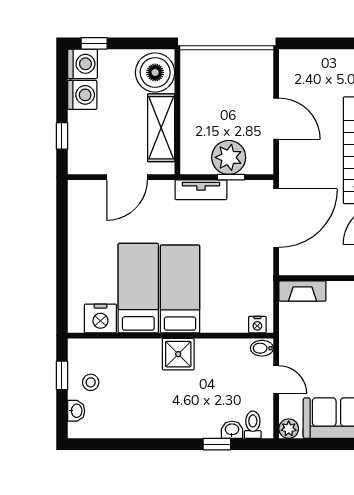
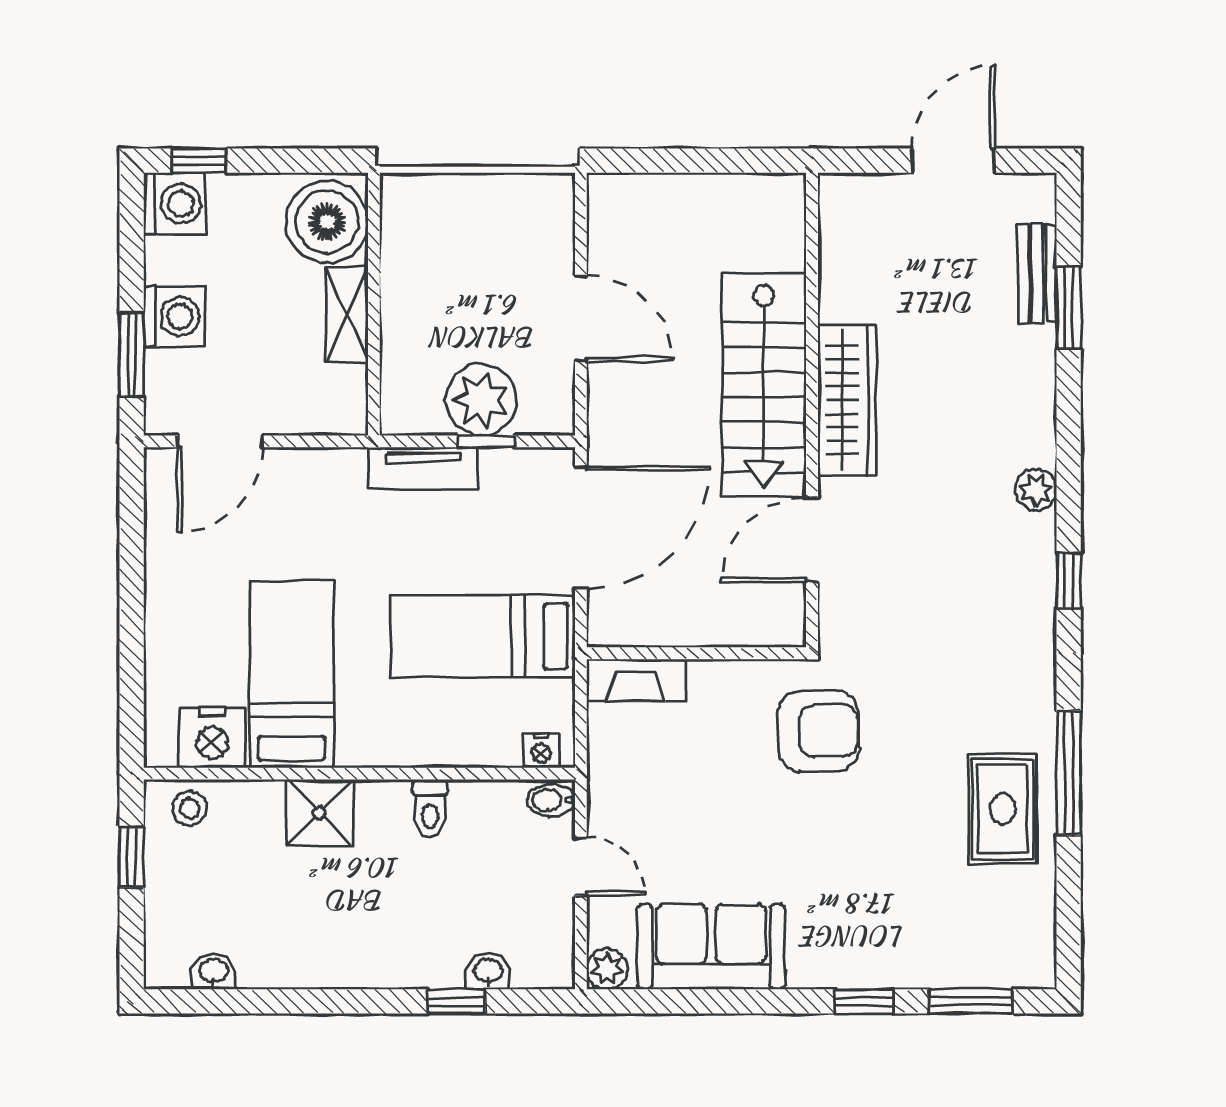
washing machine: (82, 95) -> (174, 316), moved
shelving: (161, 128) -> (347, 314), width x0.67, depth x0.75
window: (62, 136) -> (132, 355), width x1.50
door: (127, 177) -> (220, 441), moved
bed: (180, 289) -> (483, 636), moved, turned -90
shower: (178, 354) -> (319, 813), moved
stool: (91, 382) -> (190, 808), moved
washbasin: (76, 411) -> (213, 972), moved, turned -90
toilet: (253, 425) -> (430, 808), moved, turned 180

